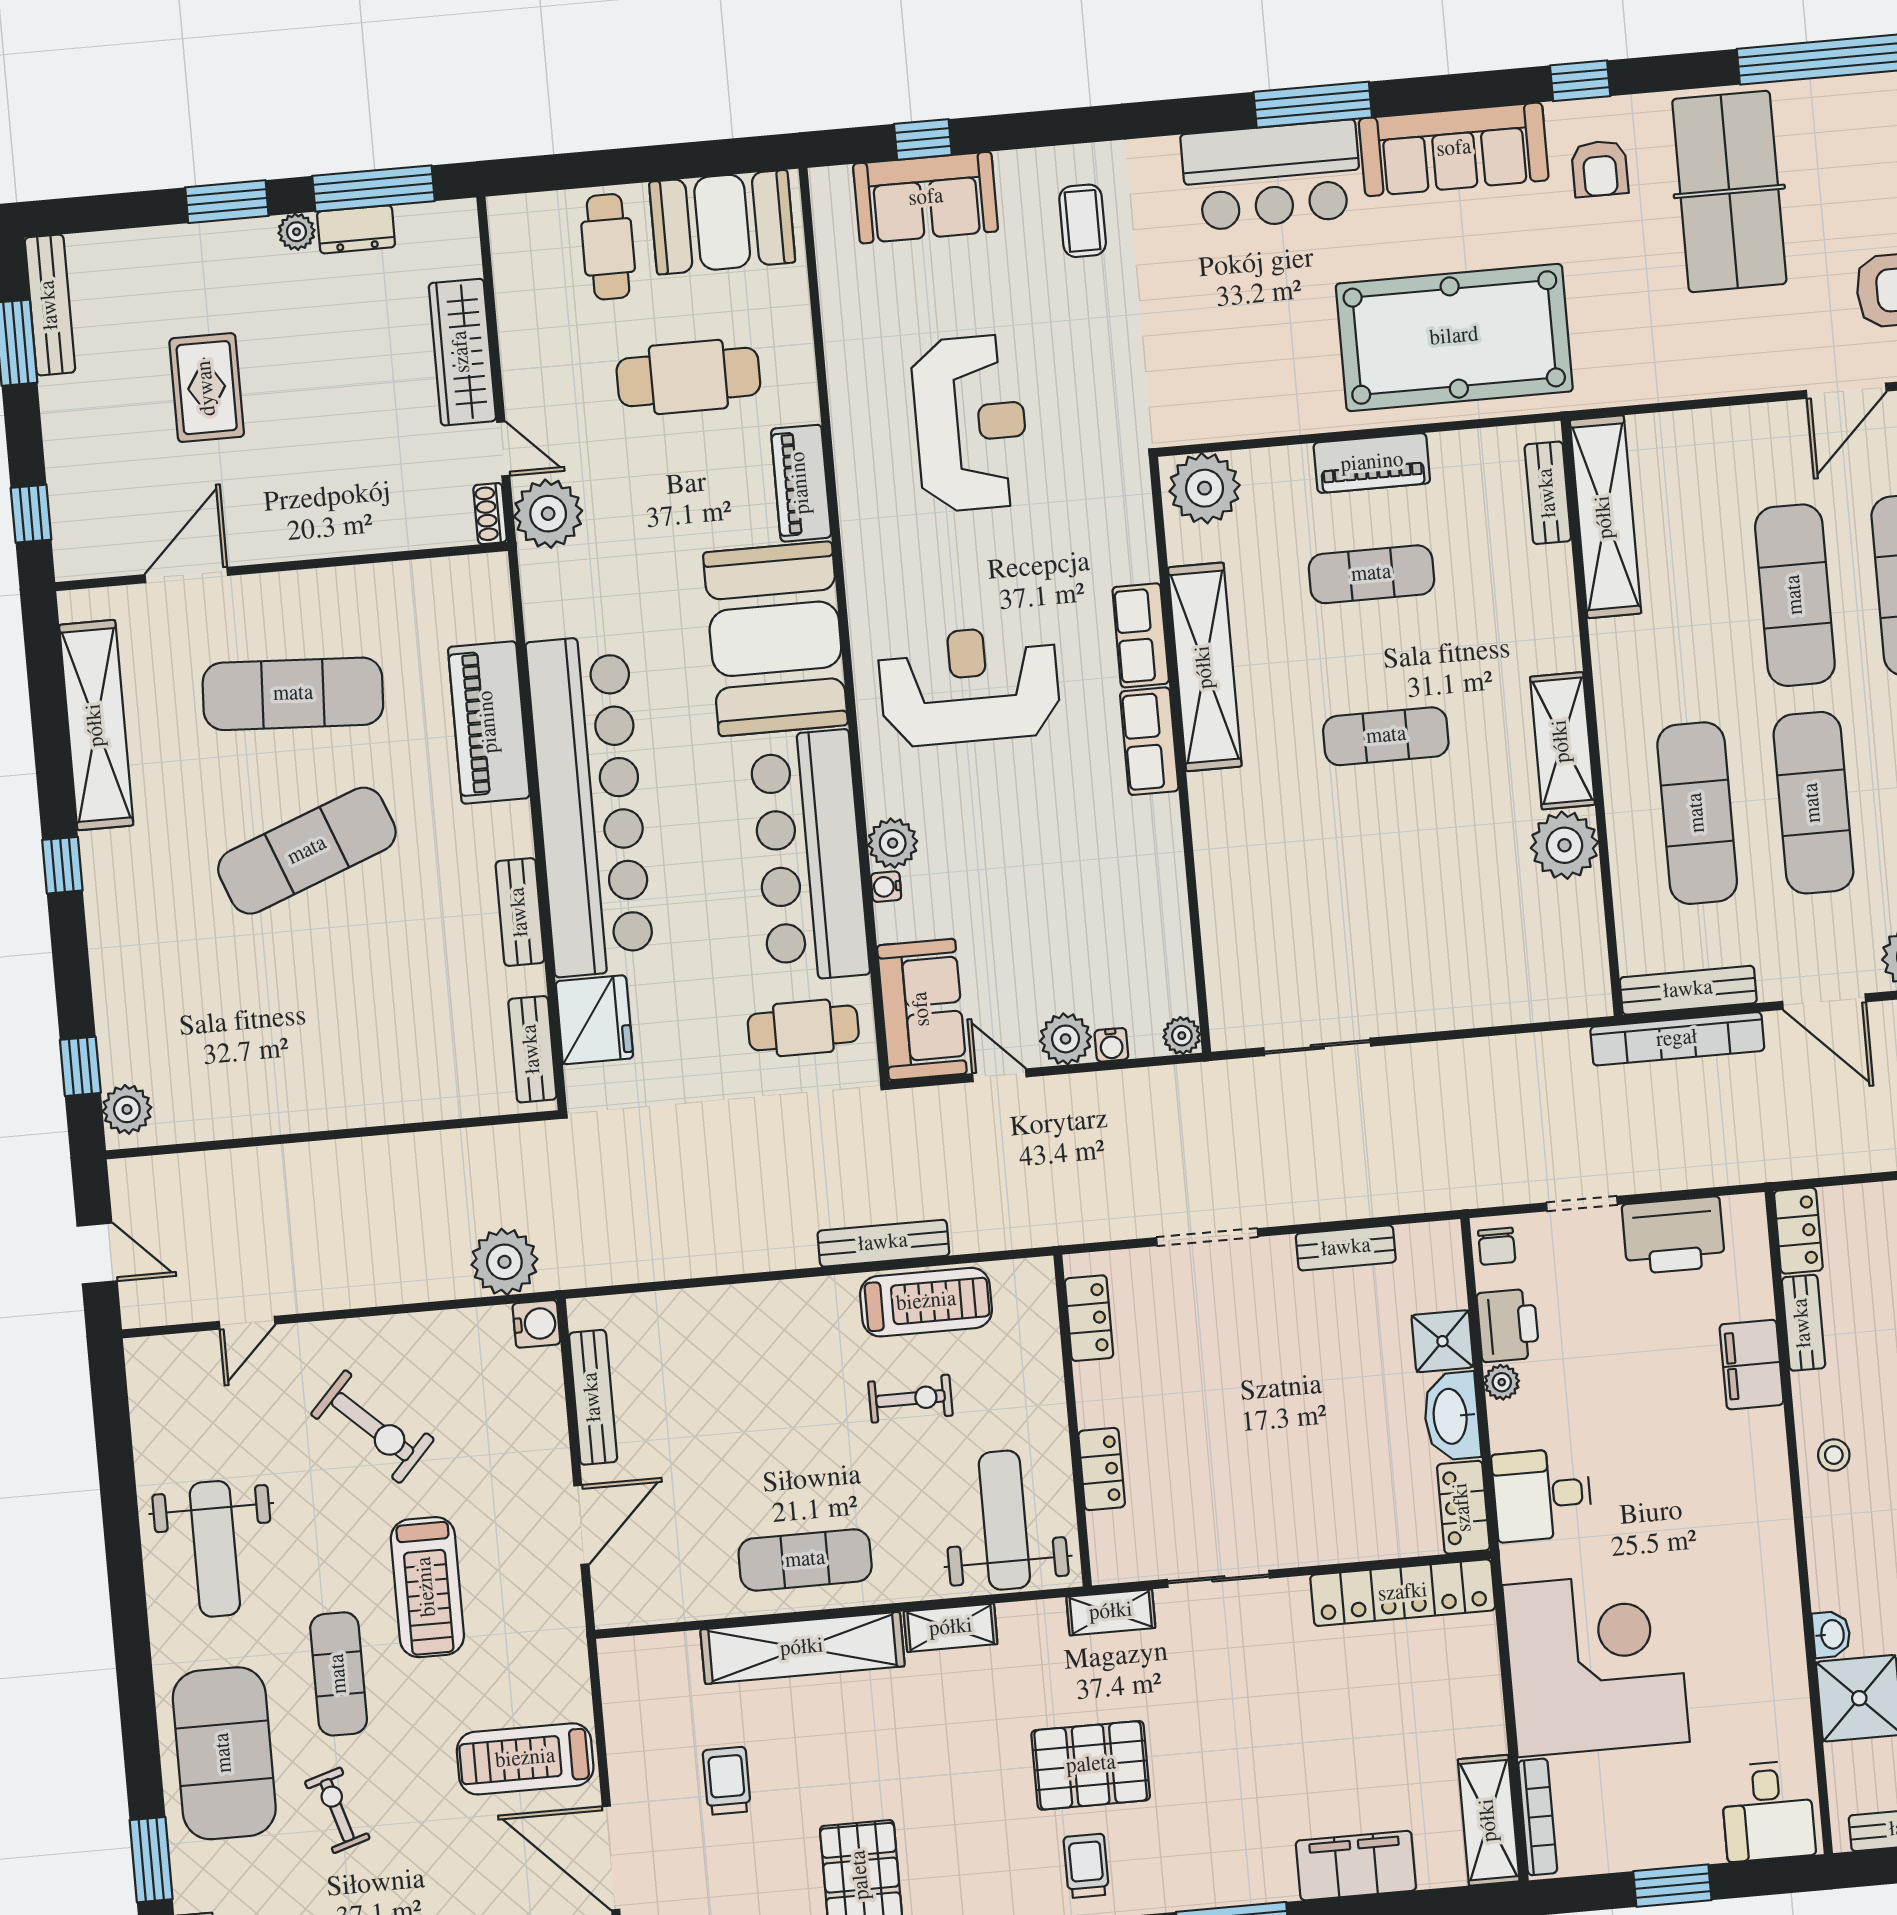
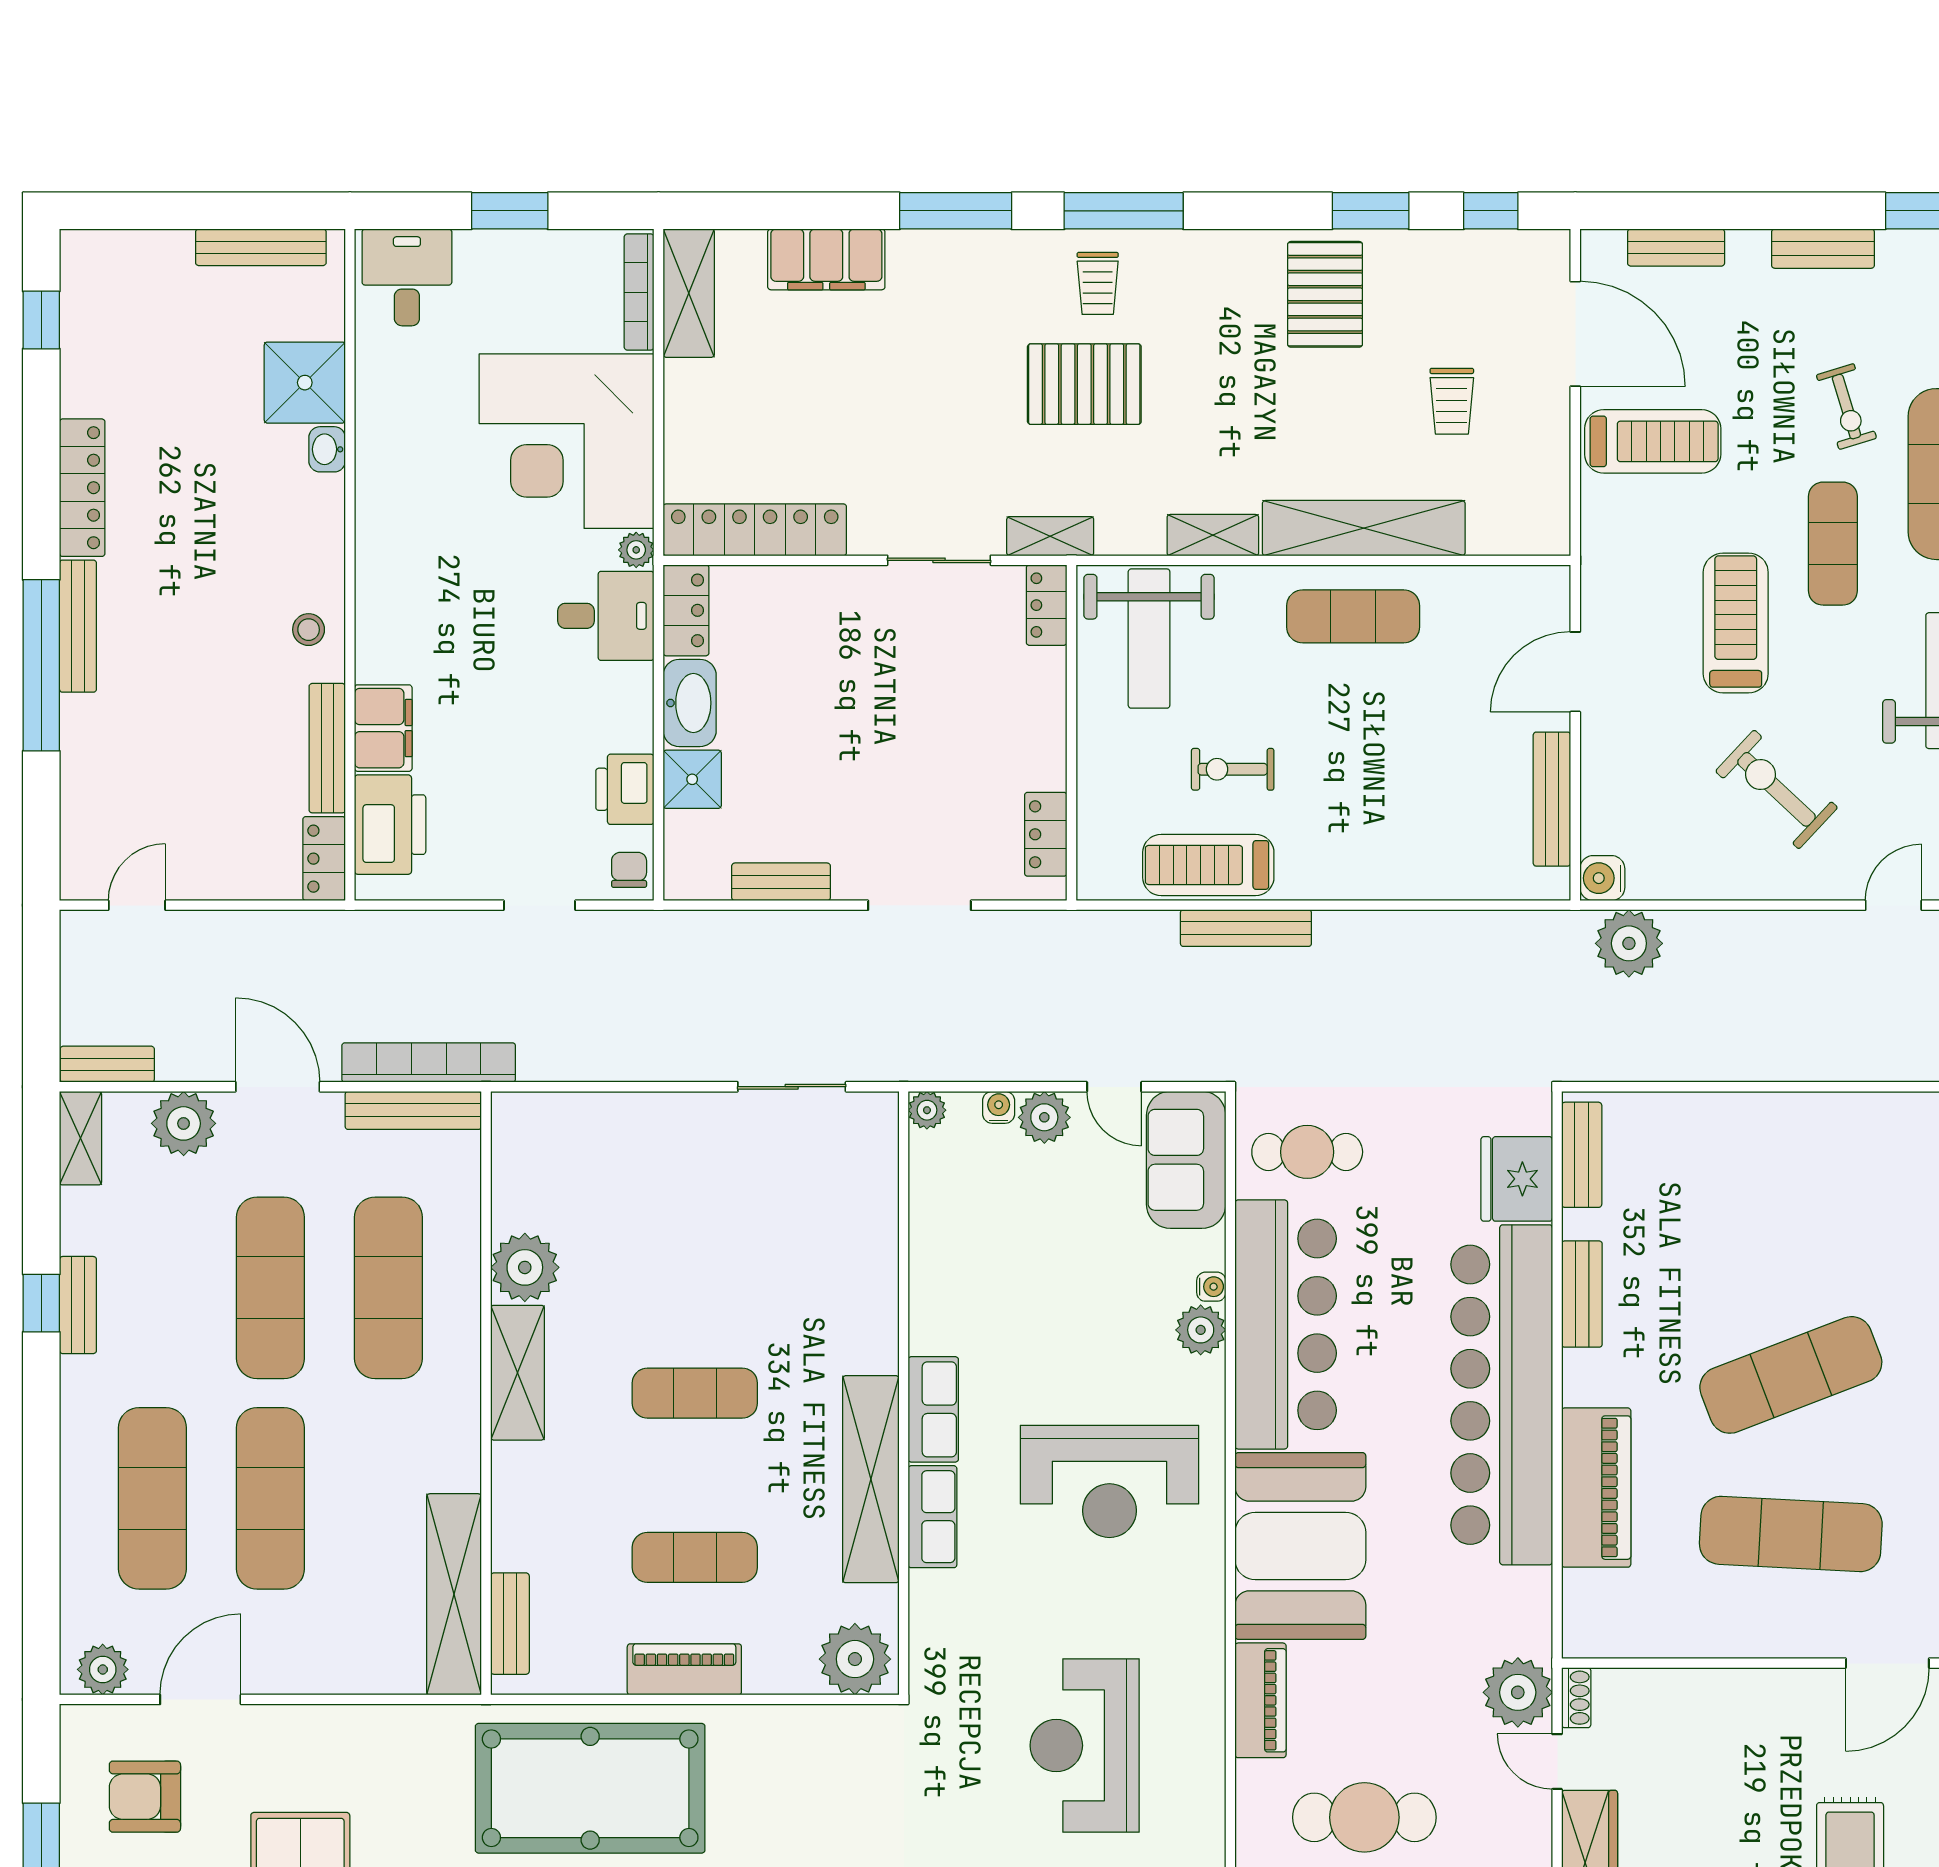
printer: (1673, 1235) -> (390, 825), moved, turned 90
bench: (1803, 1323) -> (327, 748), width x1.36
plant: (1502, 1382) -> (636, 550), moved
locker: (1102, 1469) -> (1047, 605), moved

